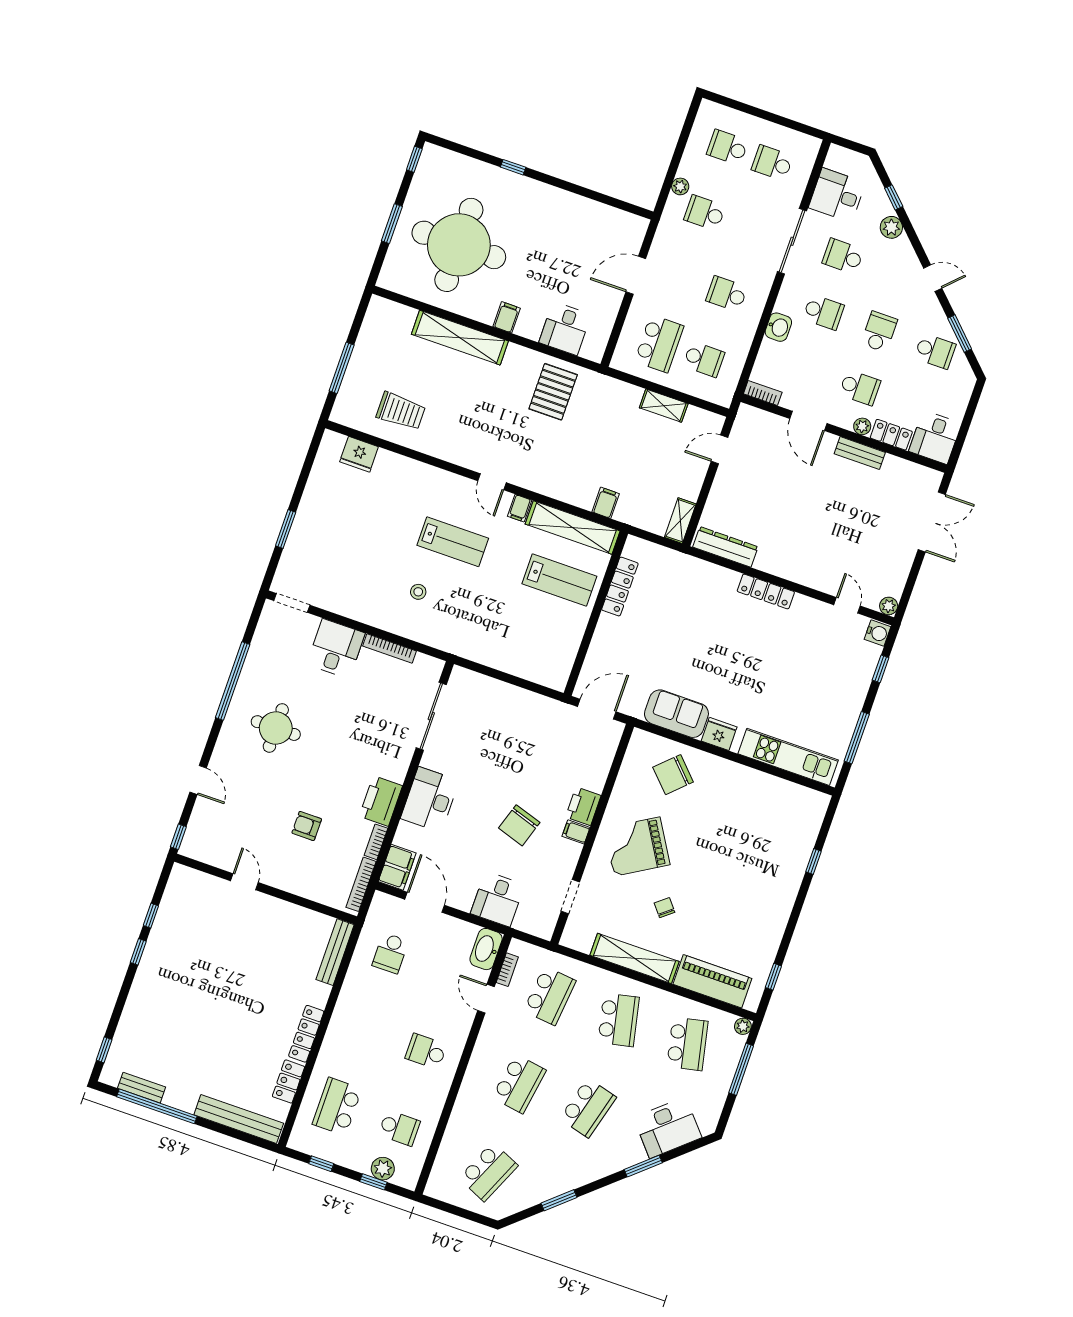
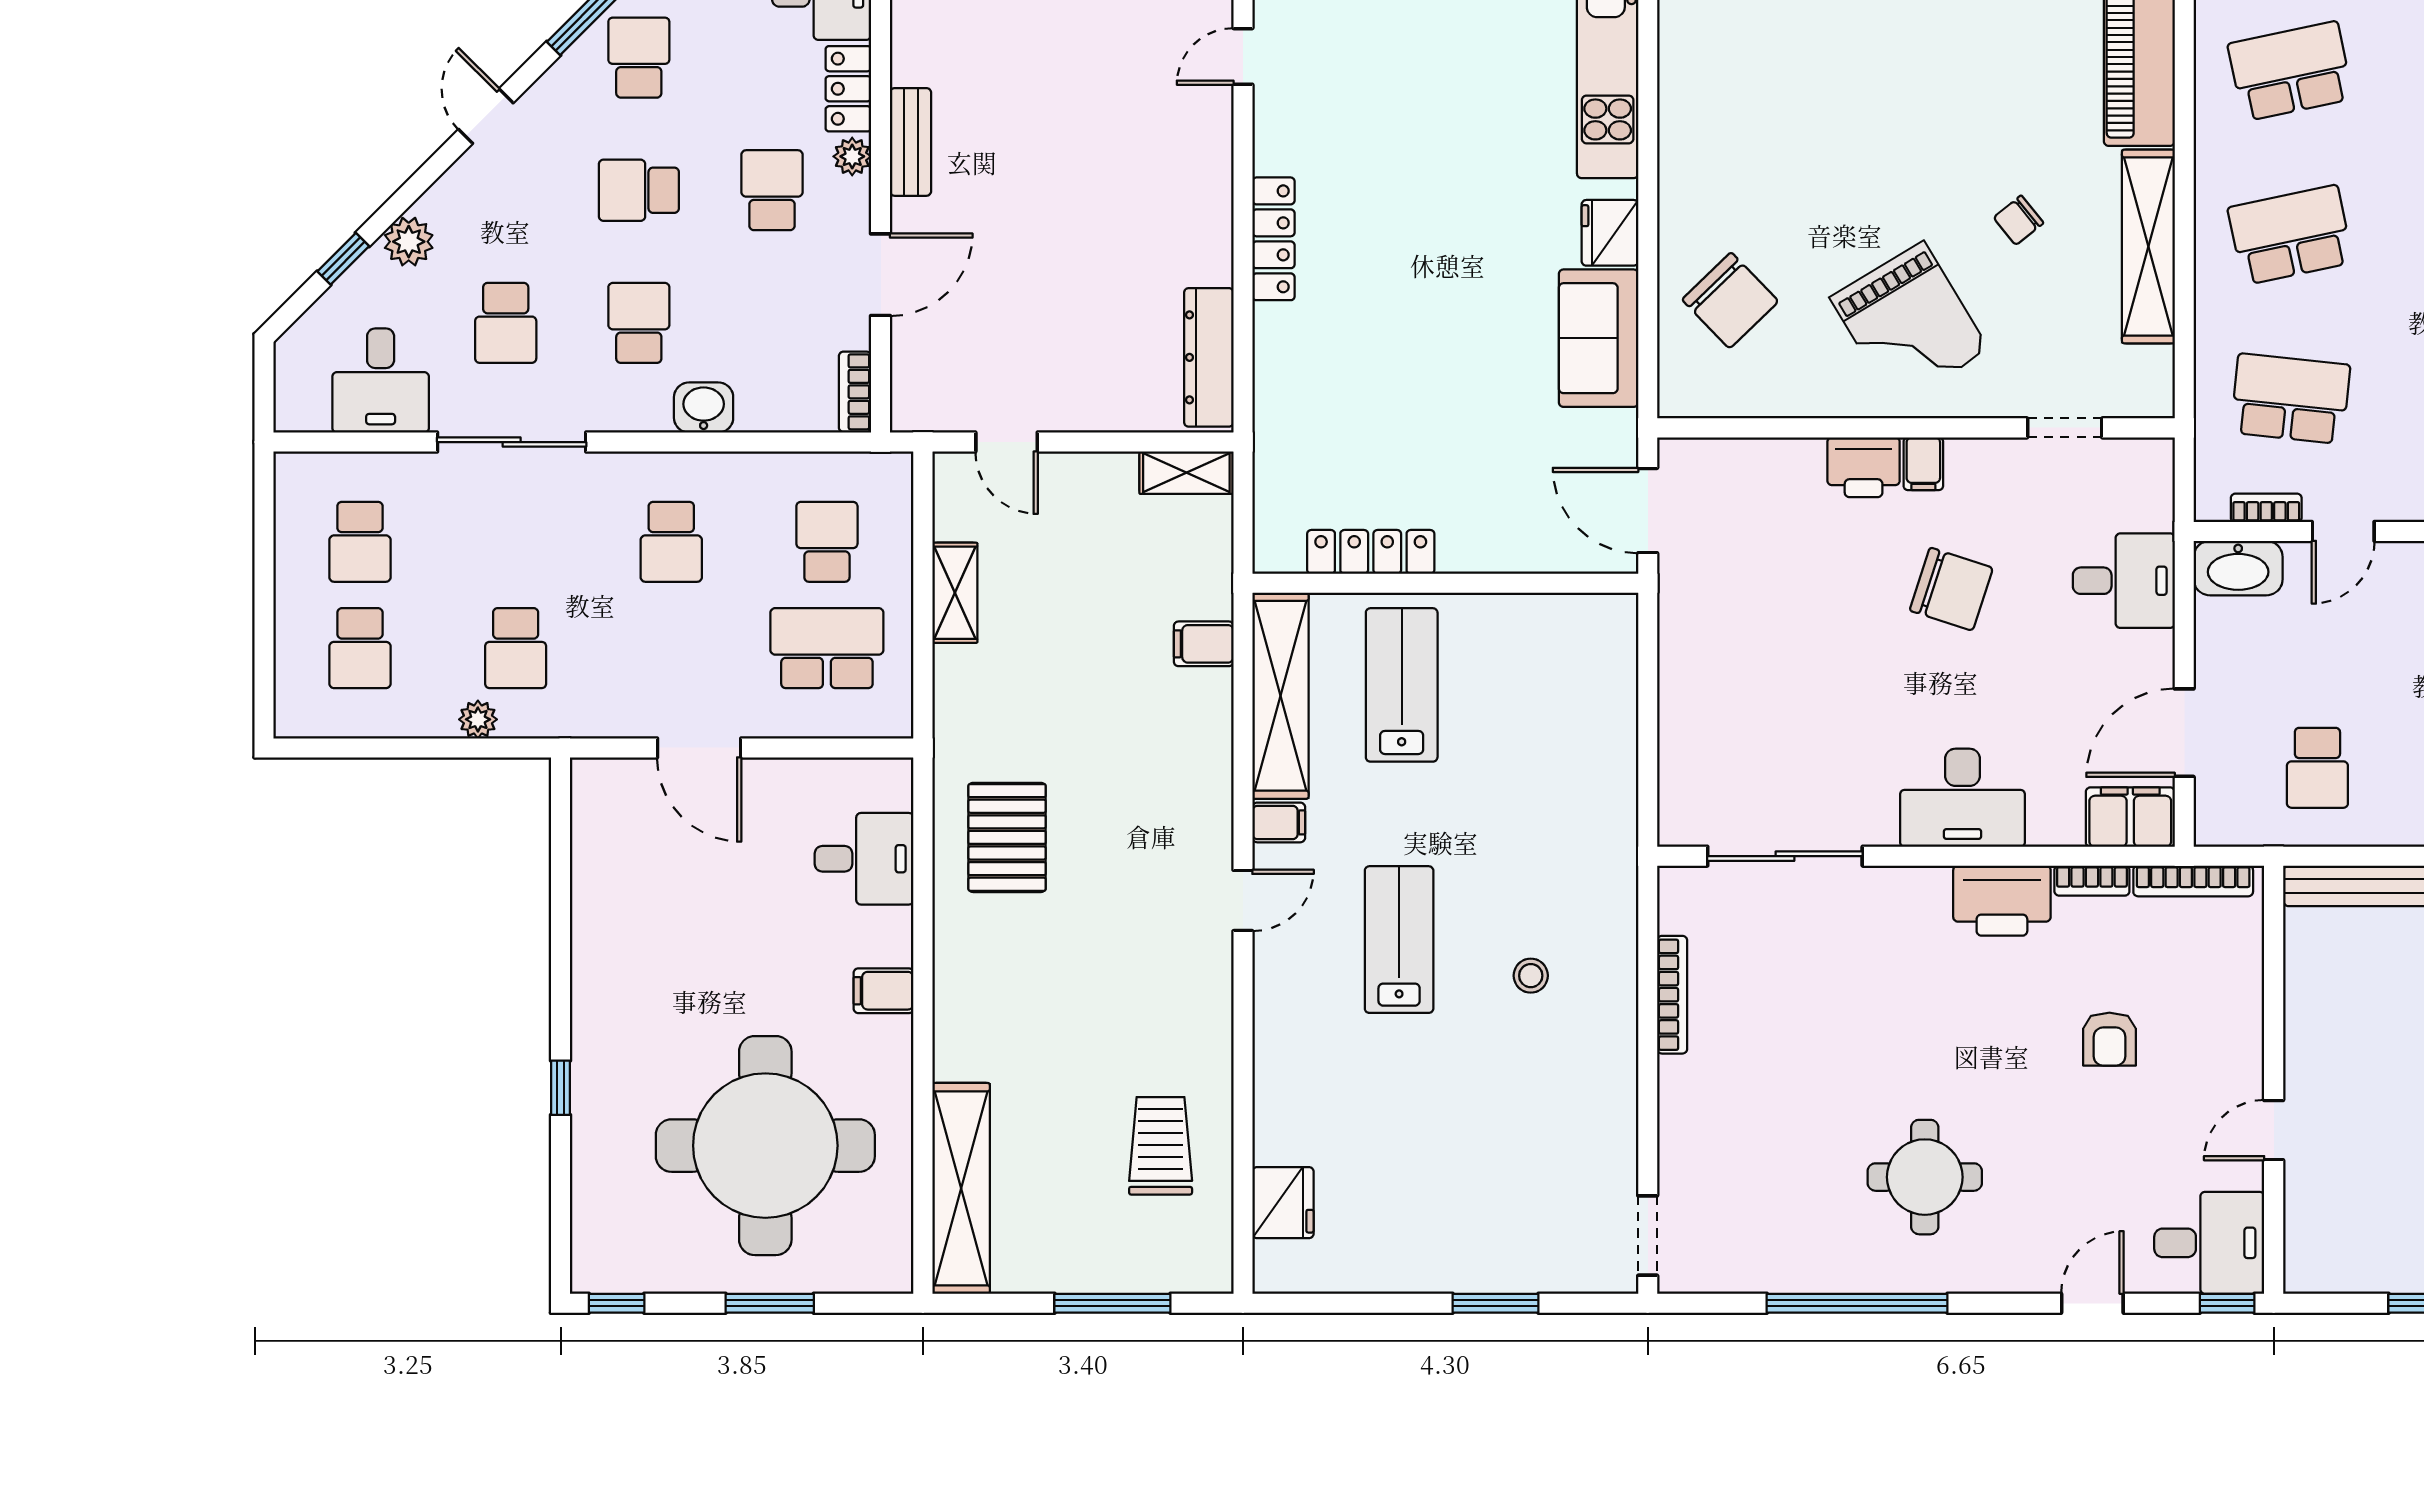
shelving: (460, 338) -> (961, 1188), moved
pallet: (553, 392) -> (1007, 837), turned 90
desk: (336, 649) -> (2209, 1243), moved, turned 180
school desk: (390, 953) -> (2317, 768), turned 90

